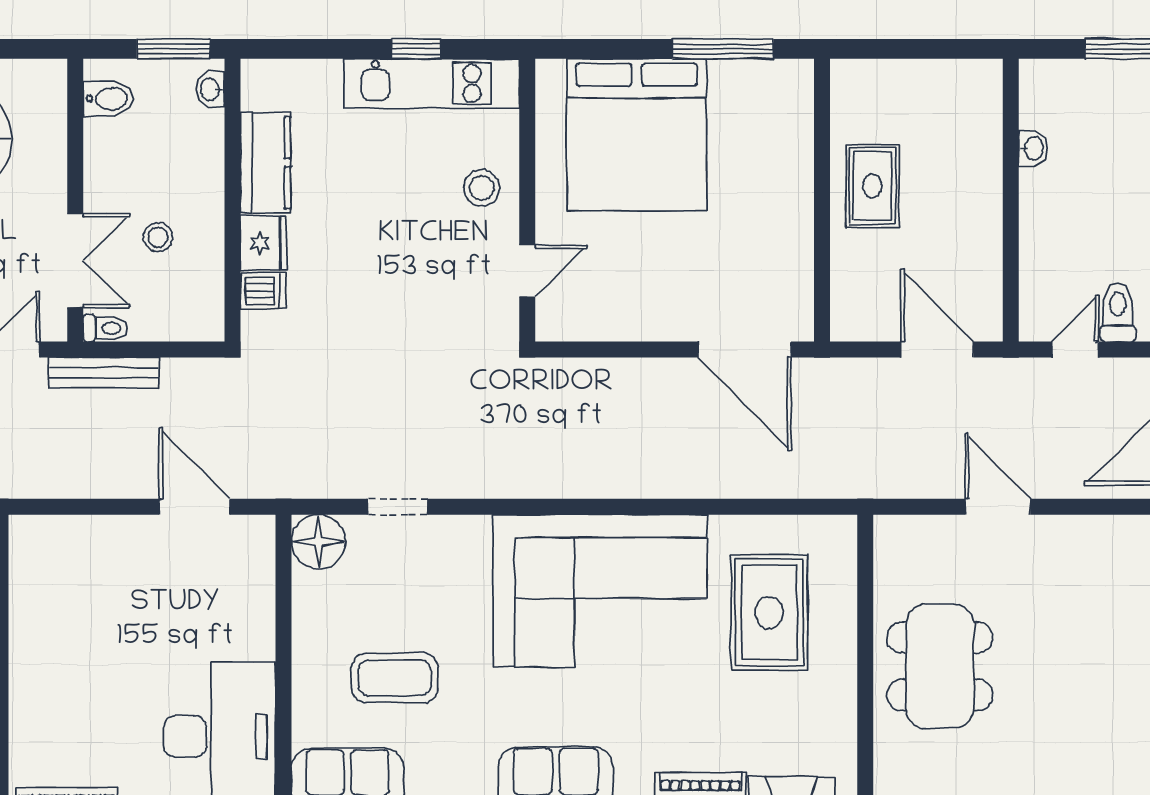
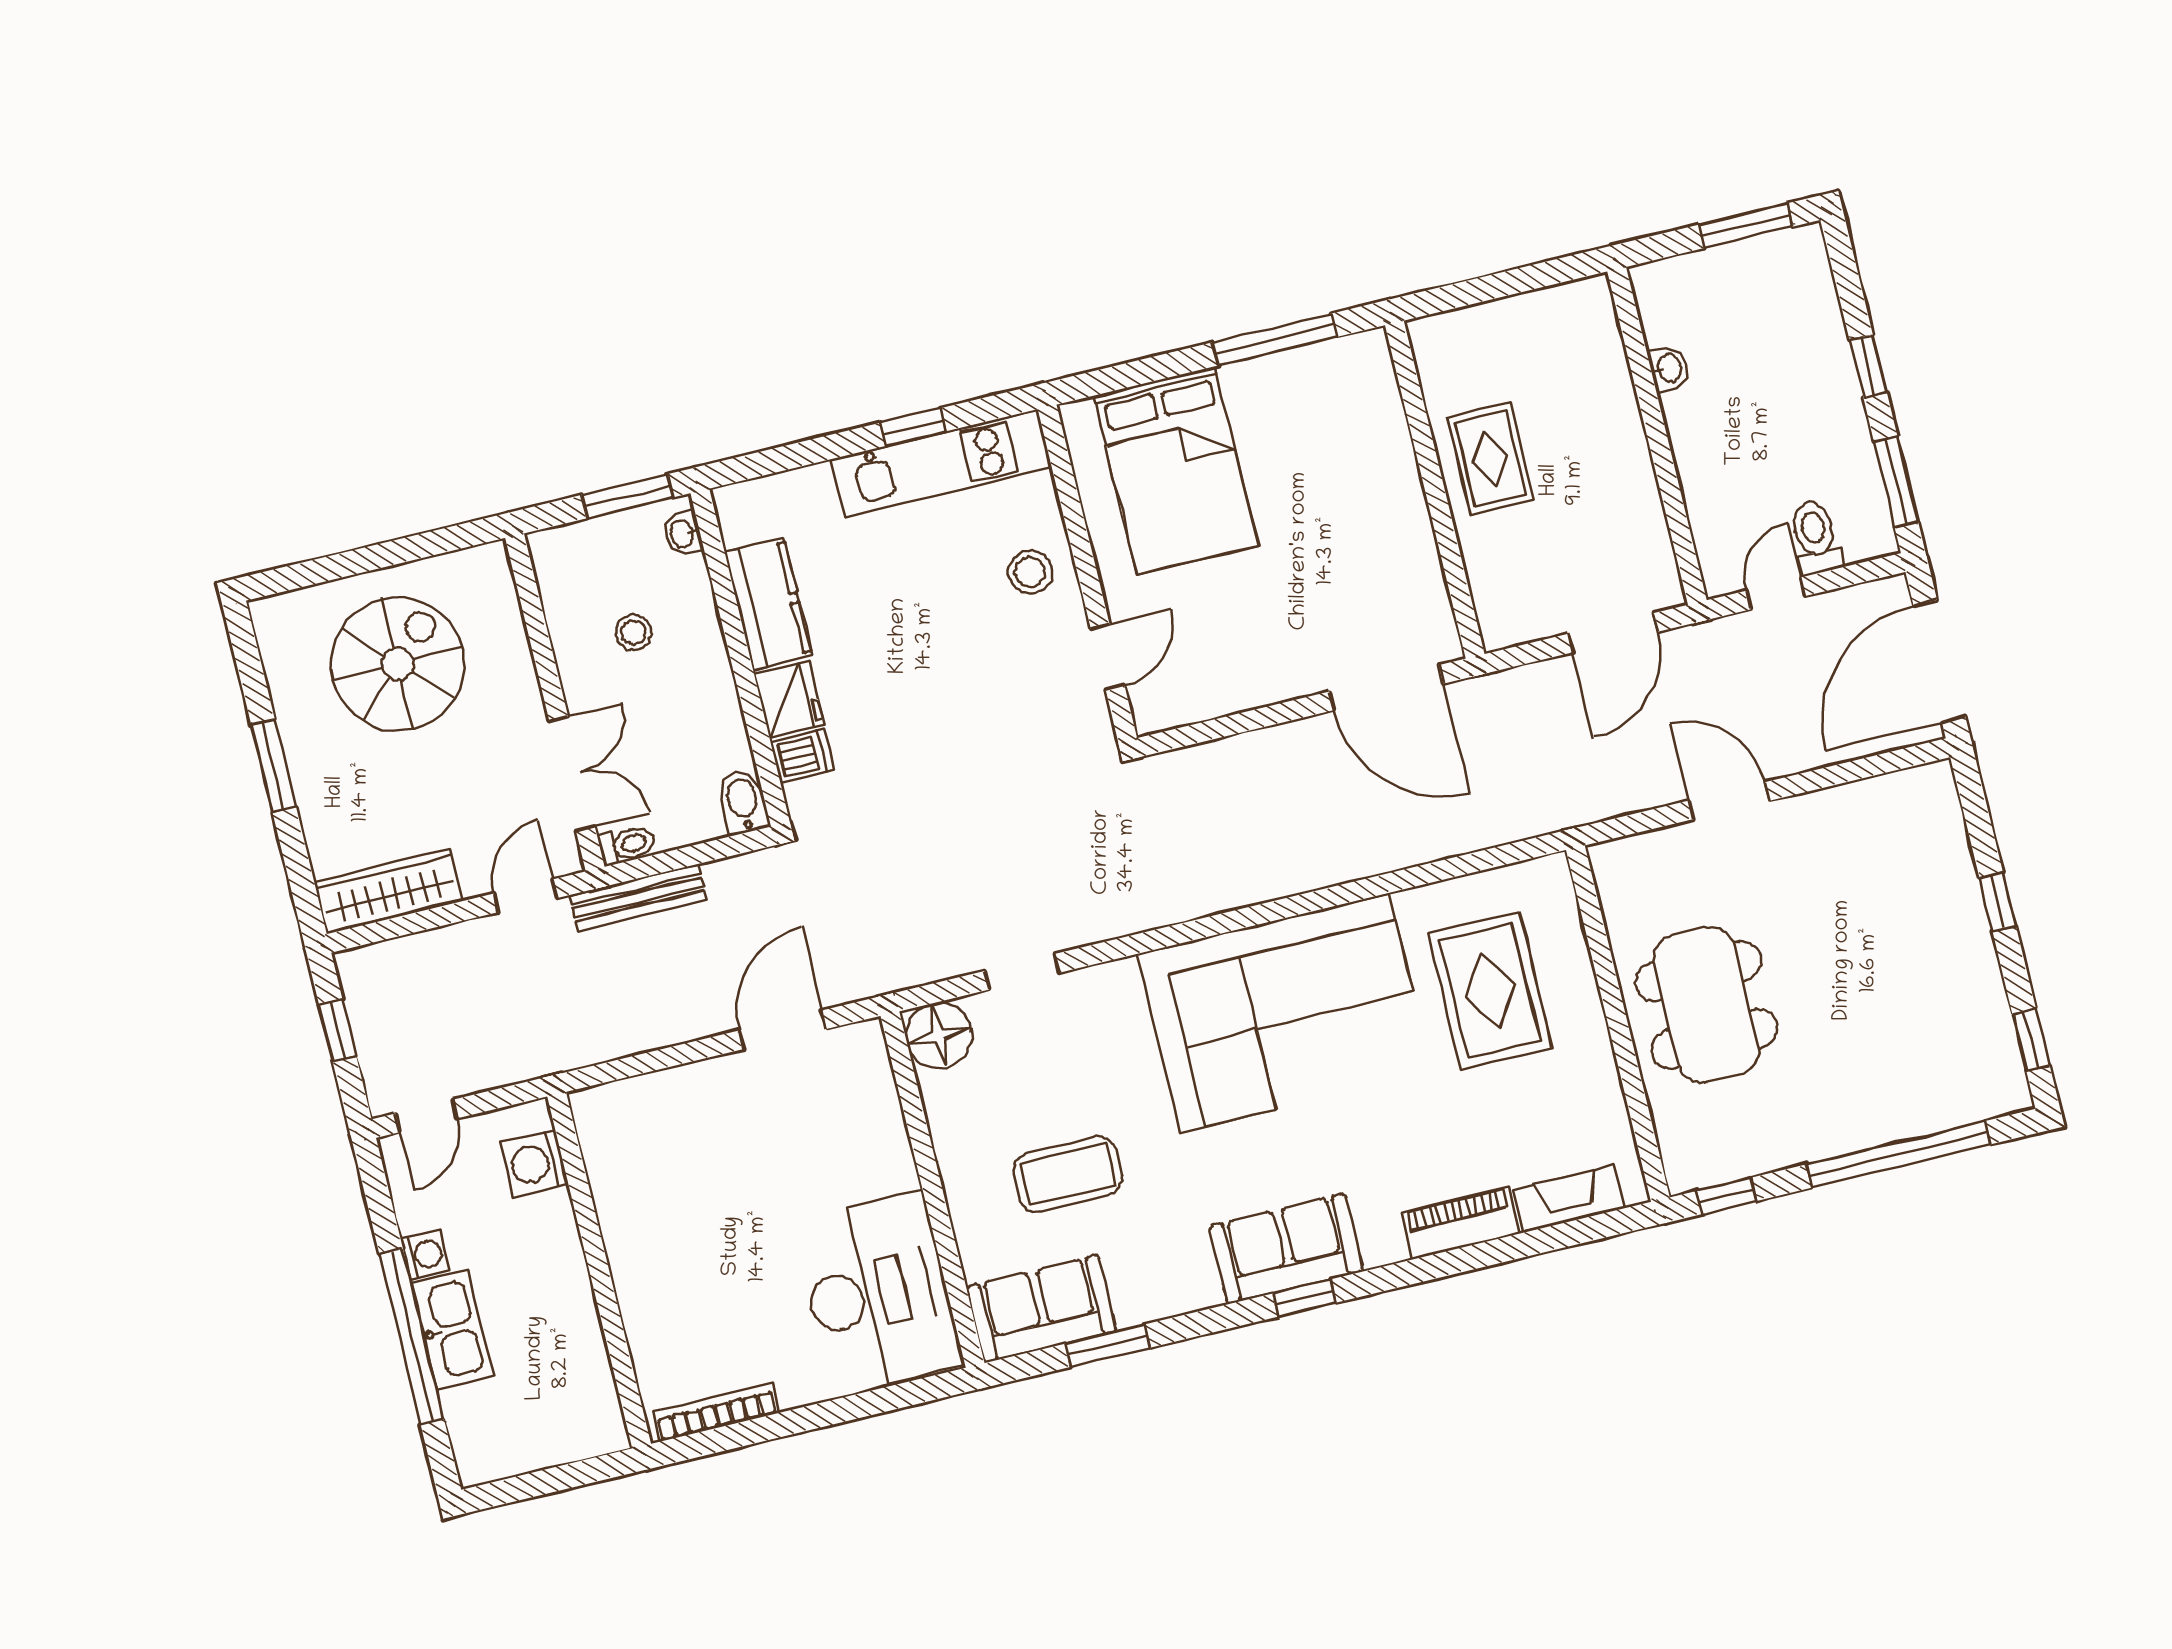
bidet: (108, 99) -> (743, 802), moved, turned -90
bed: (637, 135) -> (1176, 470), width x0.73
stool: (158, 237) -> (633, 632), moved
door: (937, 350) -> (1613, 633), swing flipped
door: (194, 507) -> (783, 1030), hinge flipped

